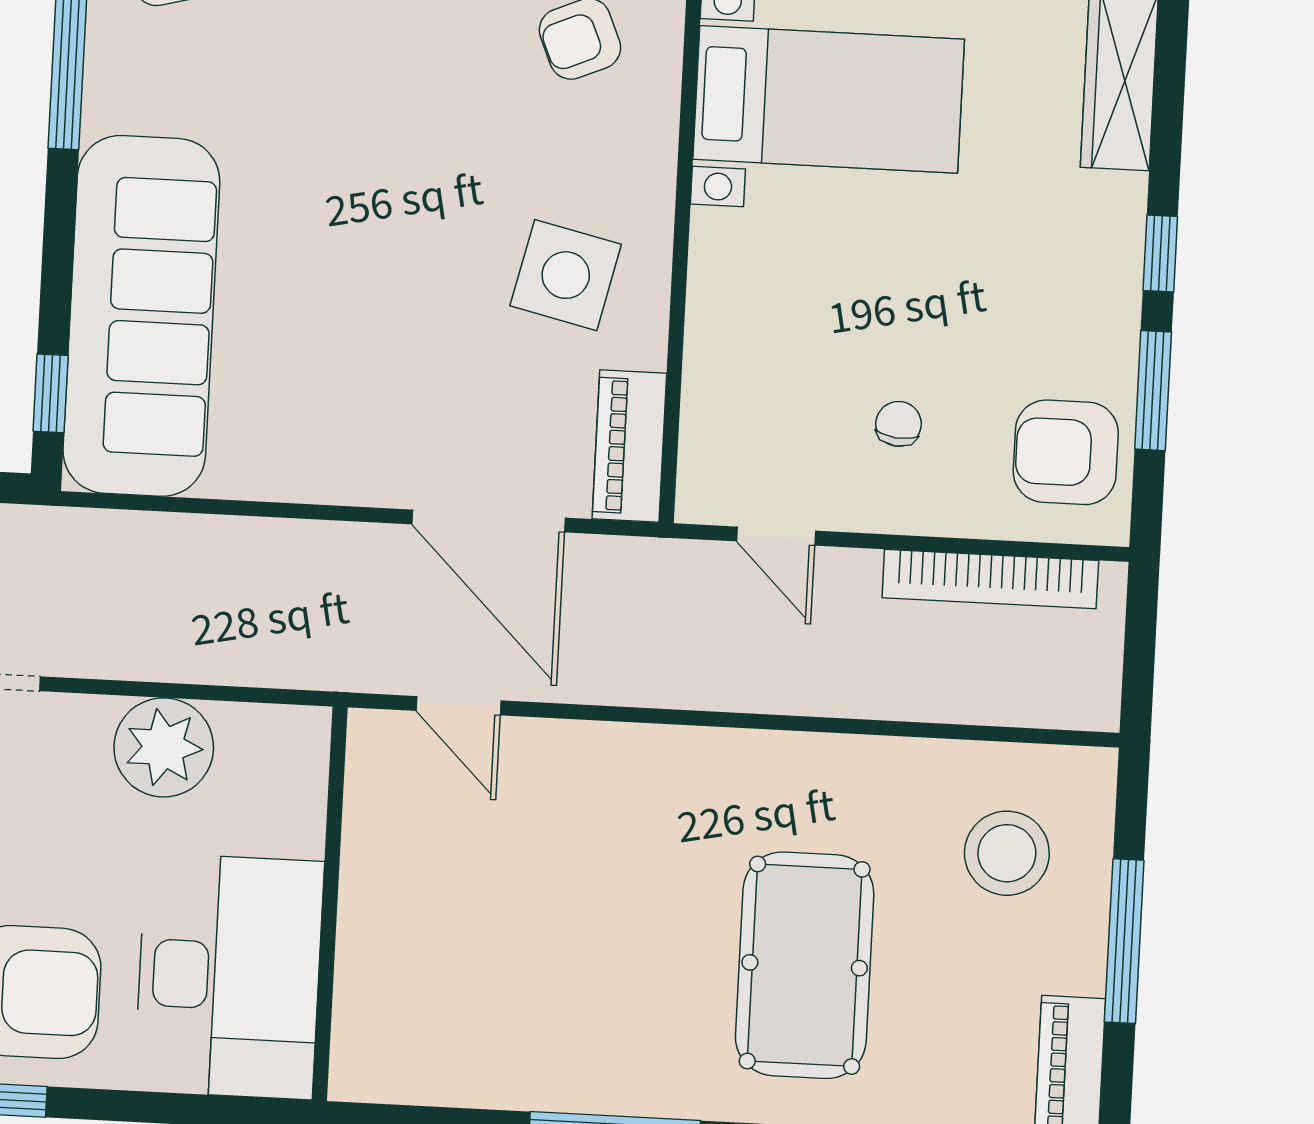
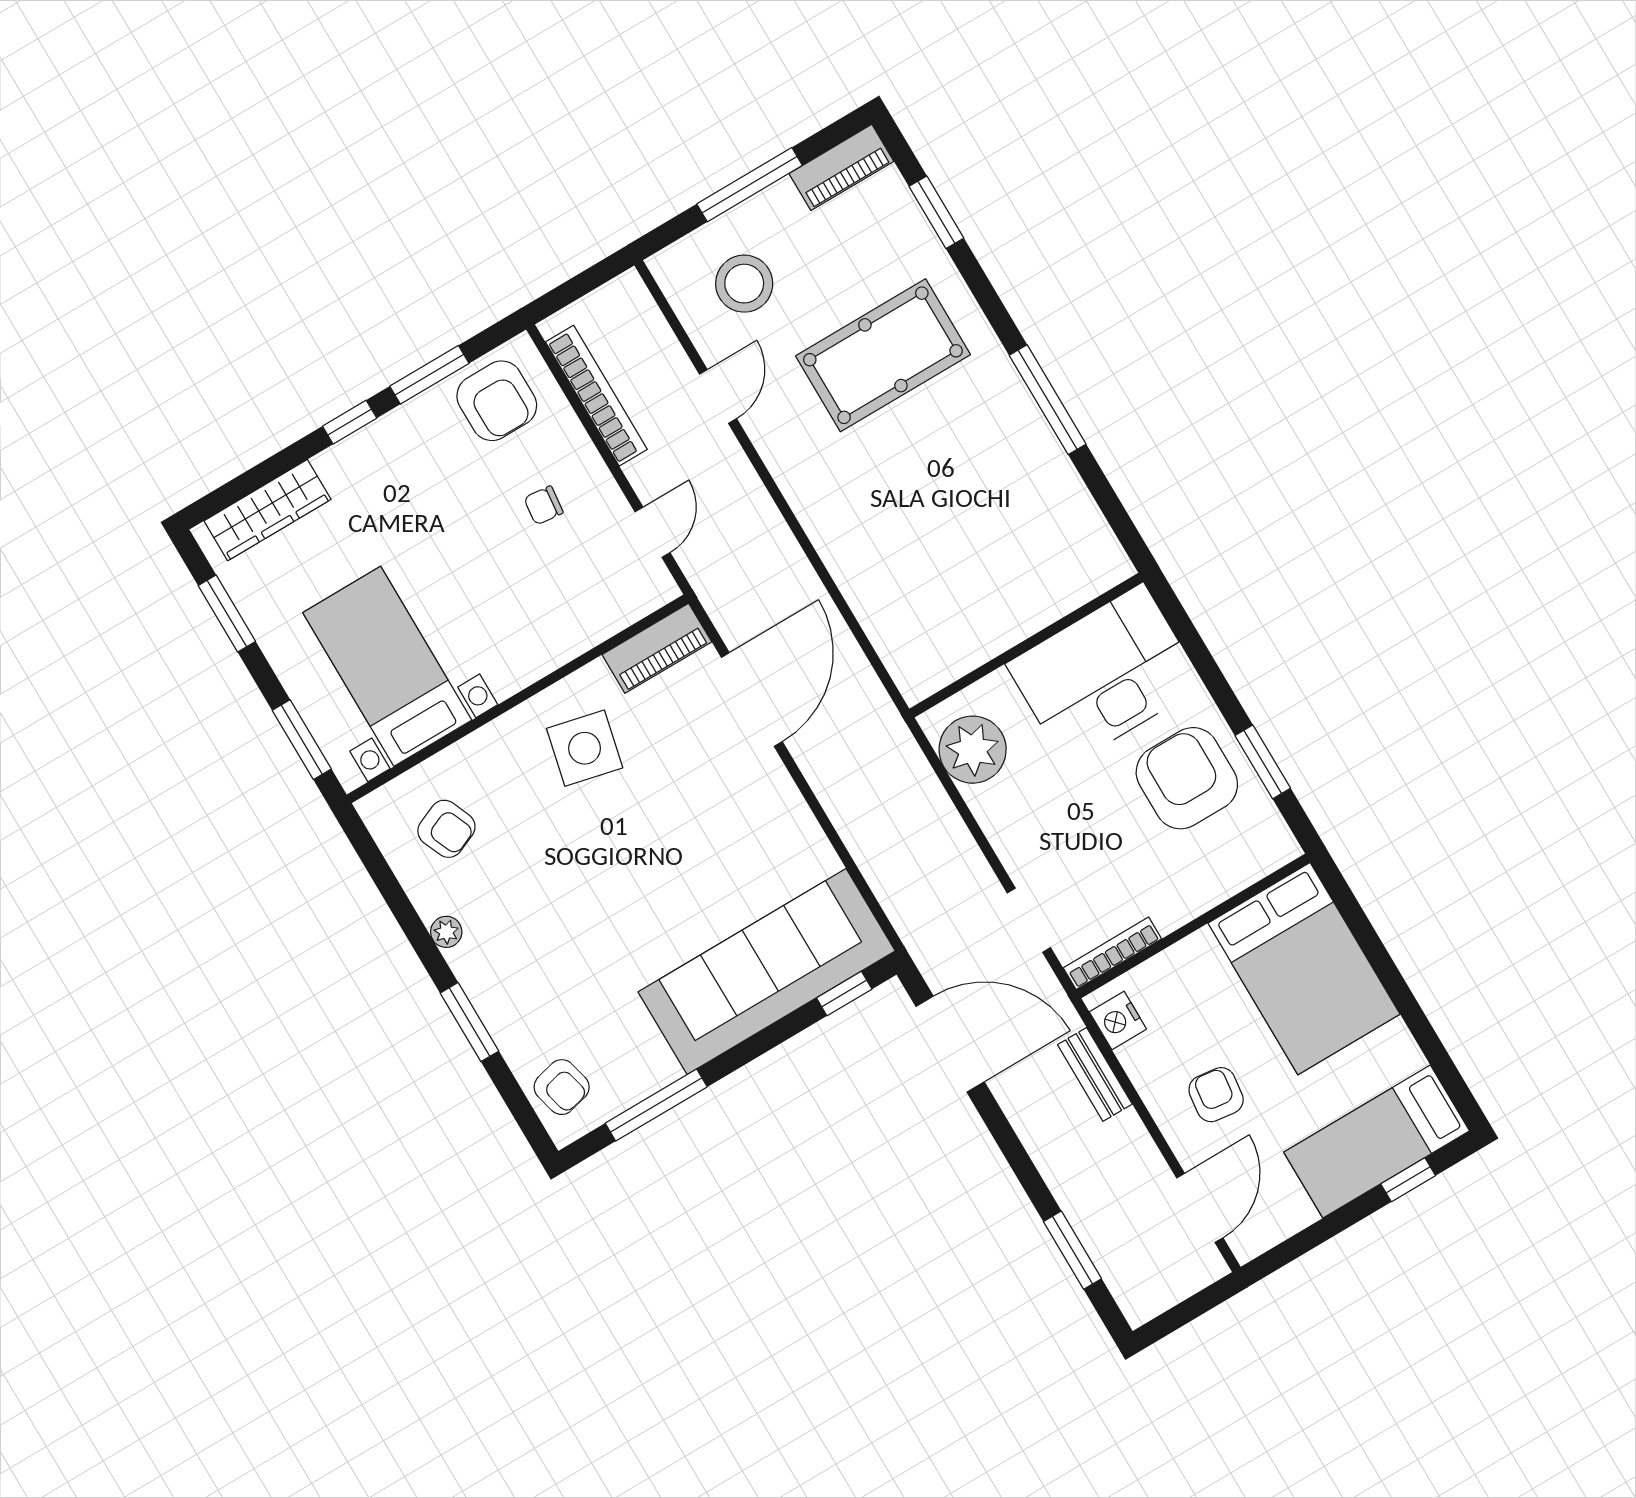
door: (458, 706) -> (718, 396), moved
plant: (164, 747) -> (973, 750), moved

